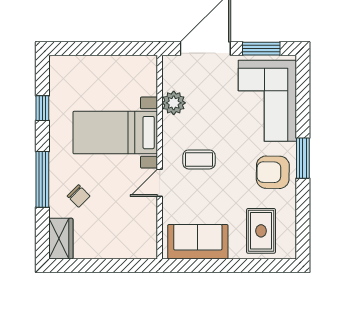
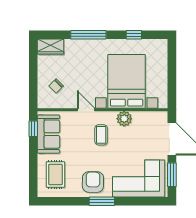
plant: (174, 103) -> (124, 119), moved
bed with nightstands: (115, 133) -> (127, 81), width x1.36
chair: (79, 196) -> (56, 86), moved
rug: (261, 231) -> (55, 174), turned 90
window: (189, 266) -> (33, 129), added

